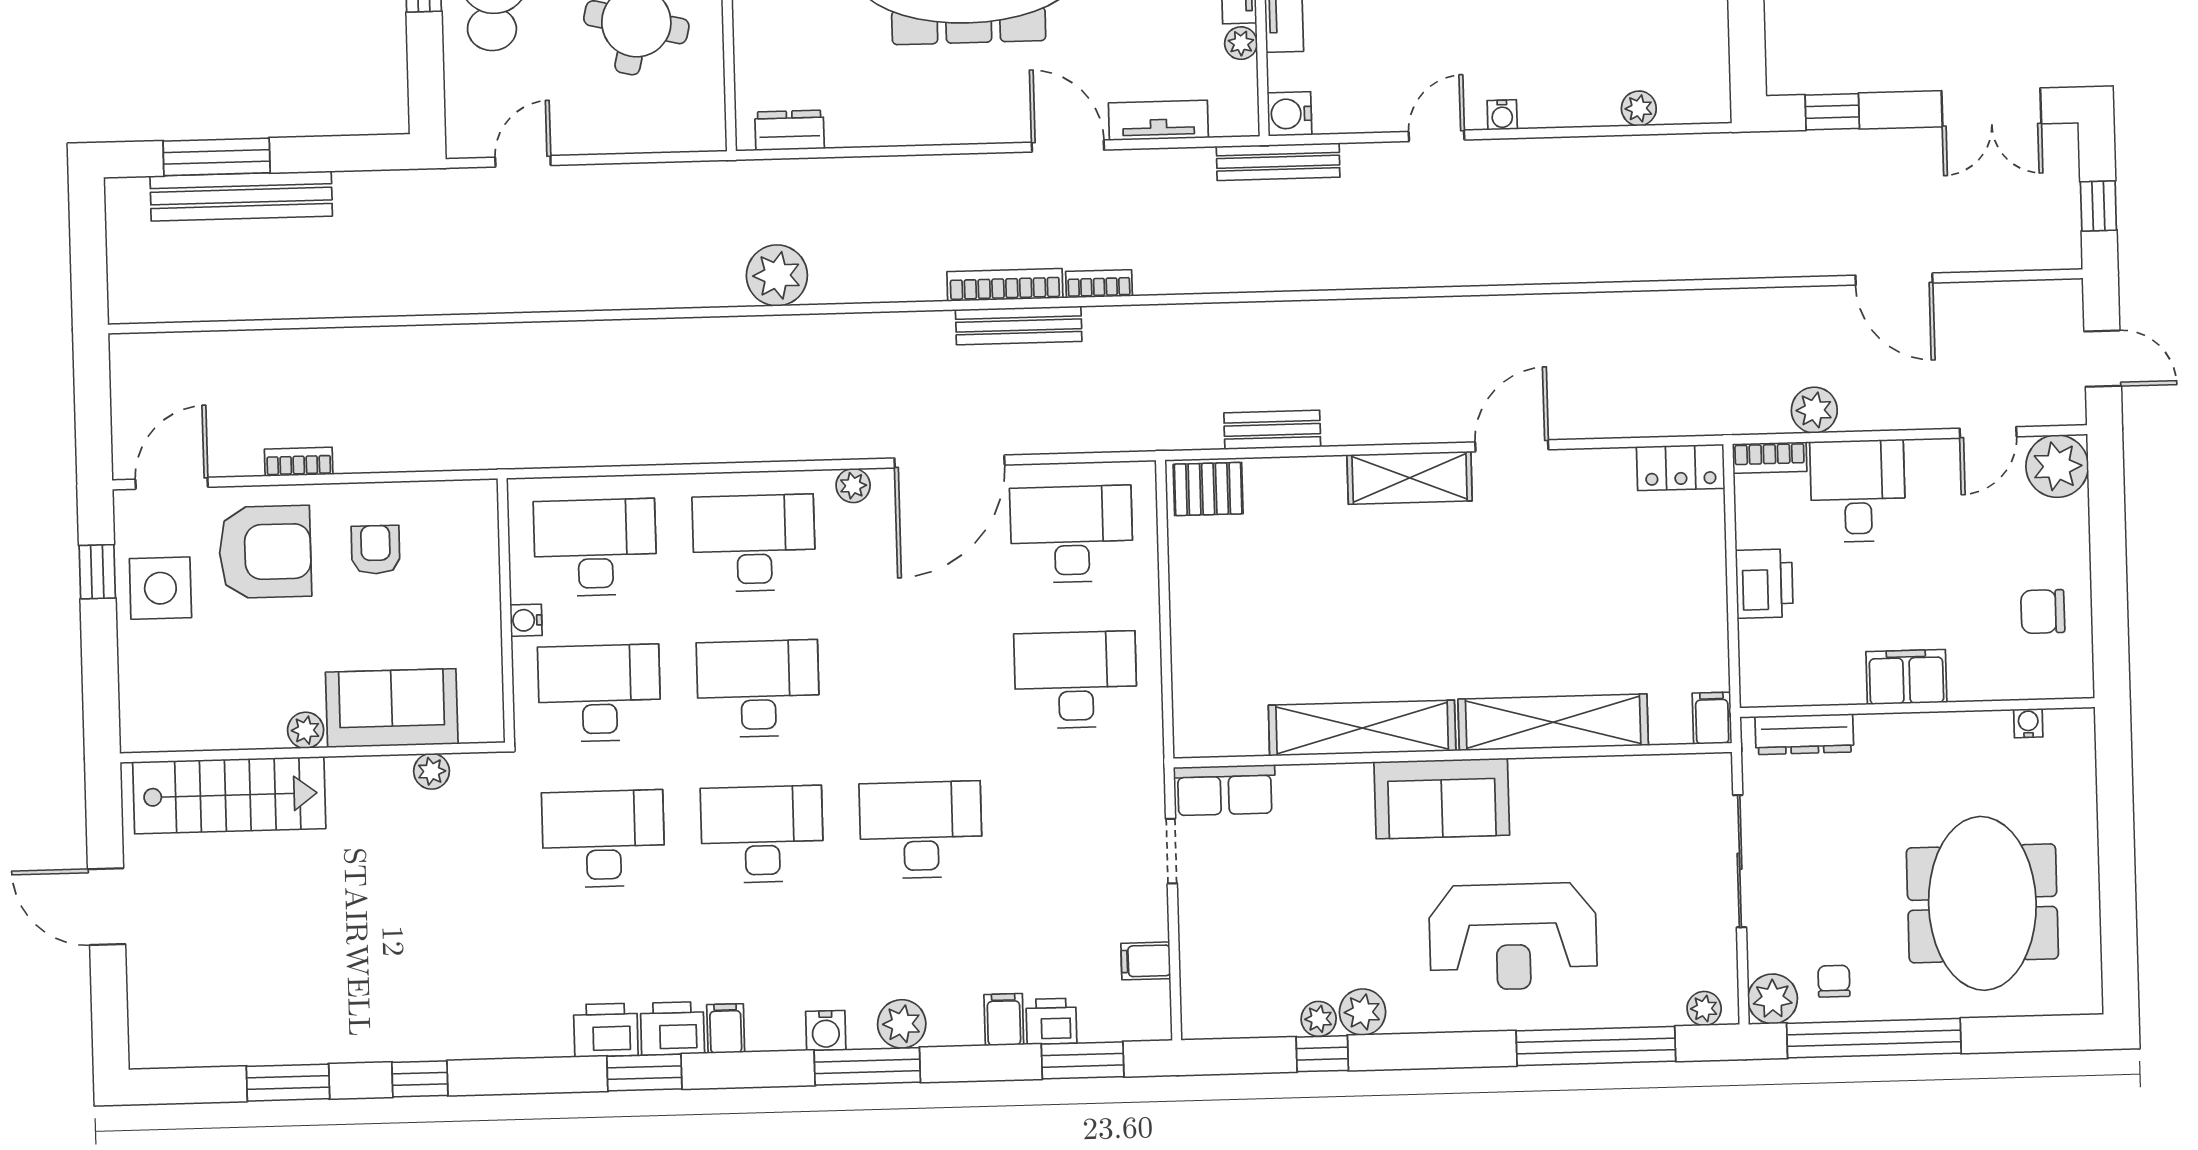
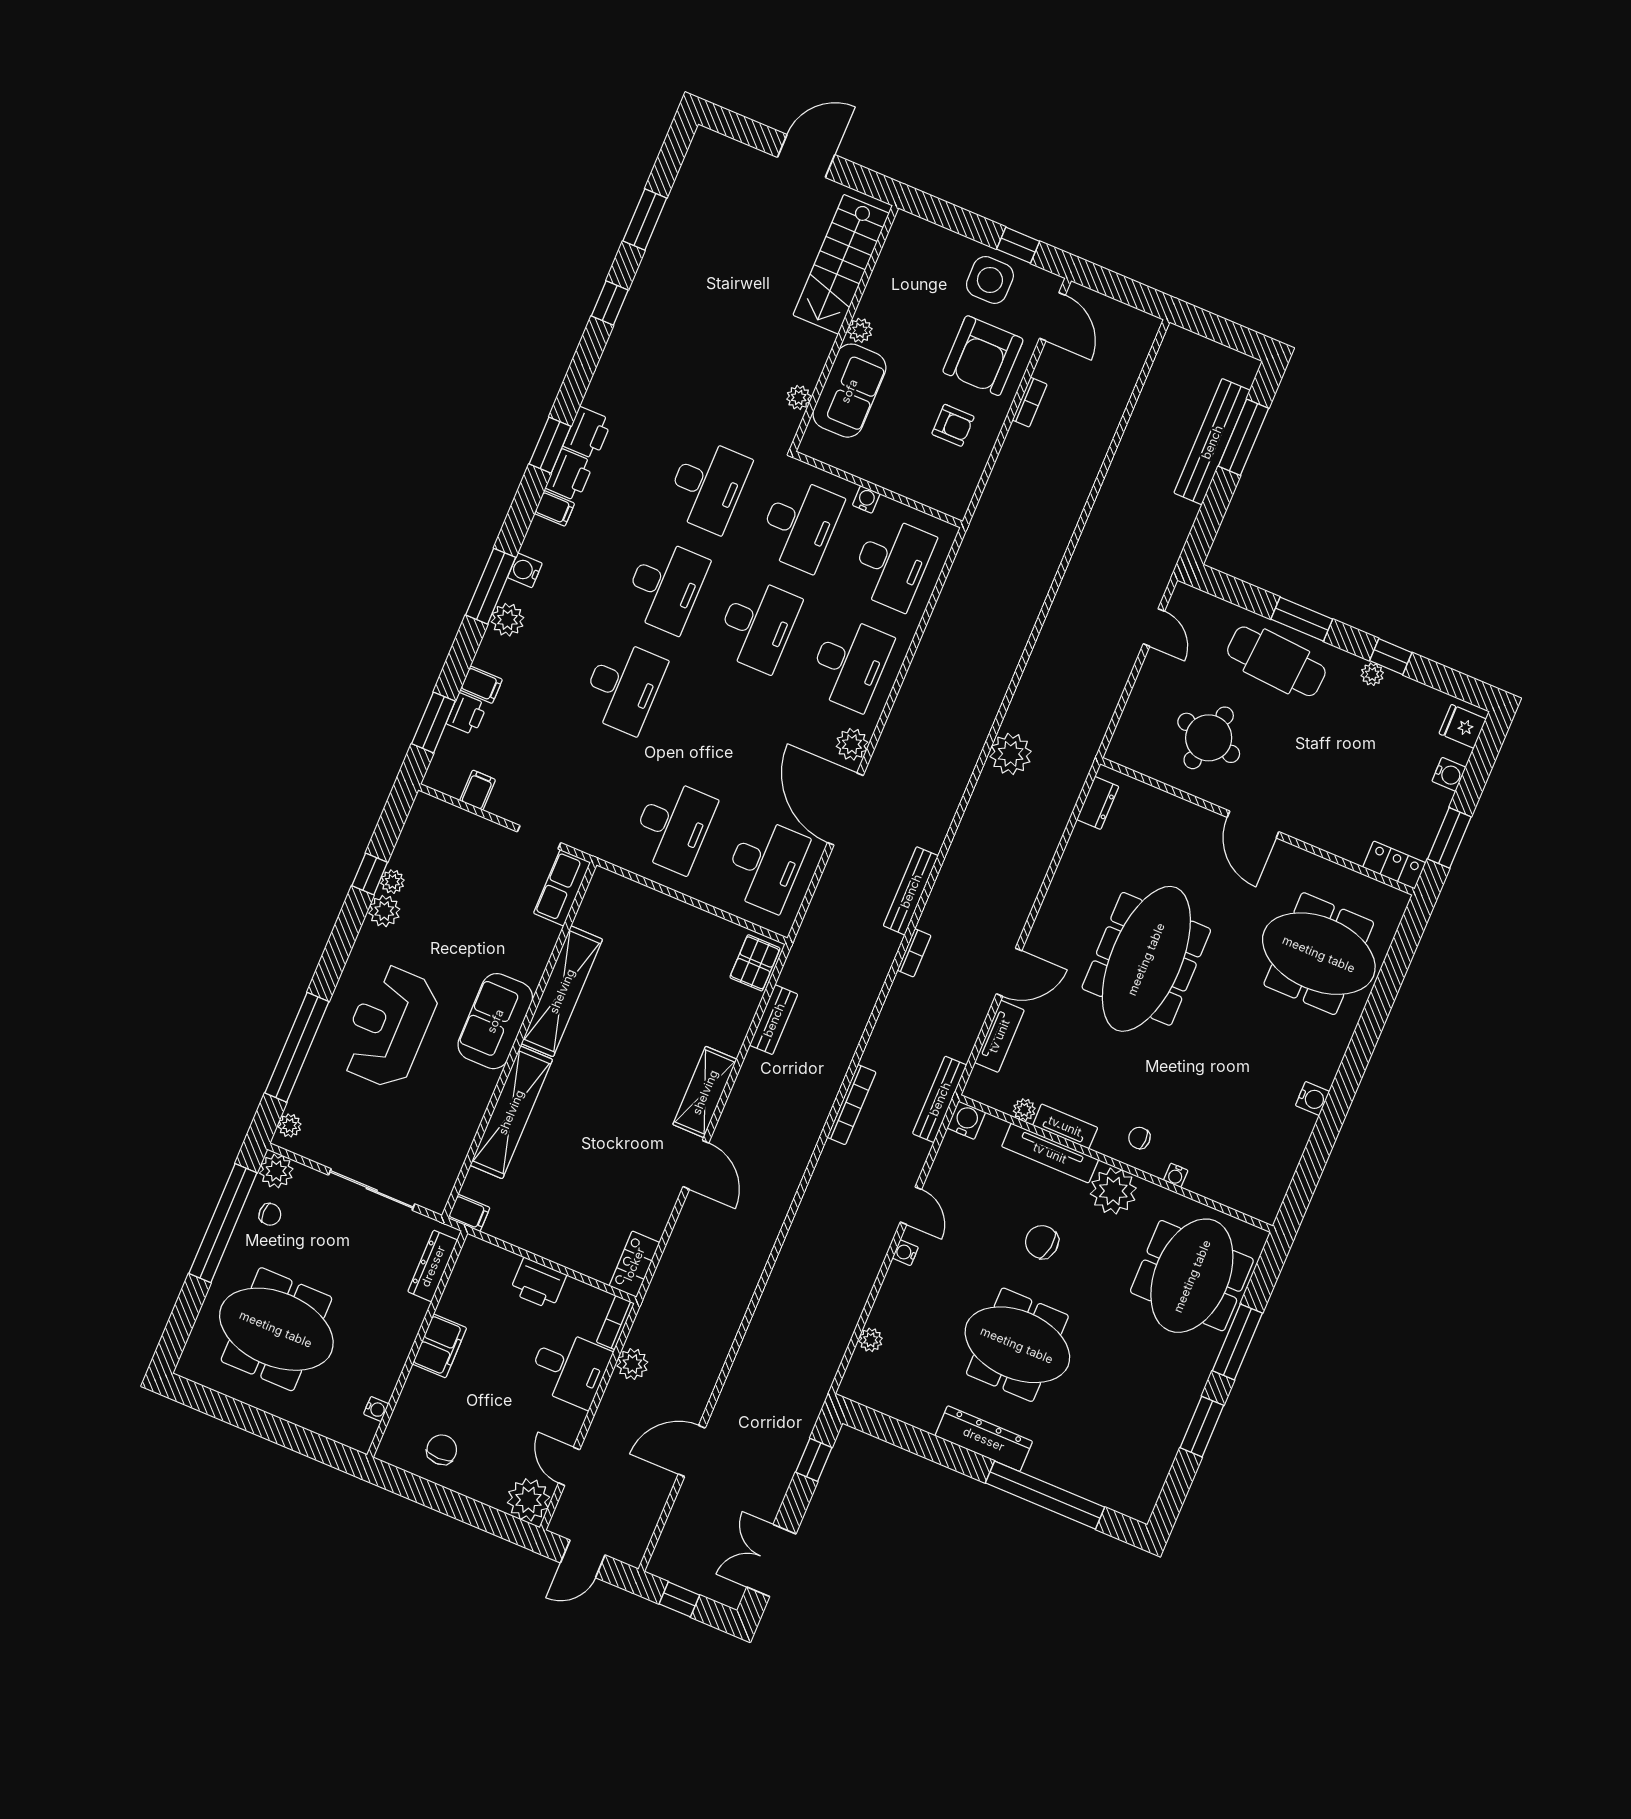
bookcase: (1005, 285) -> (851, 1105), moved
plant: (853, 486) -> (852, 744), width x1.38, depth x1.38

